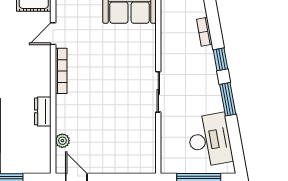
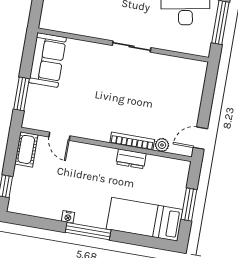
bookcase: (61, 71) -> (132, 141), moved

